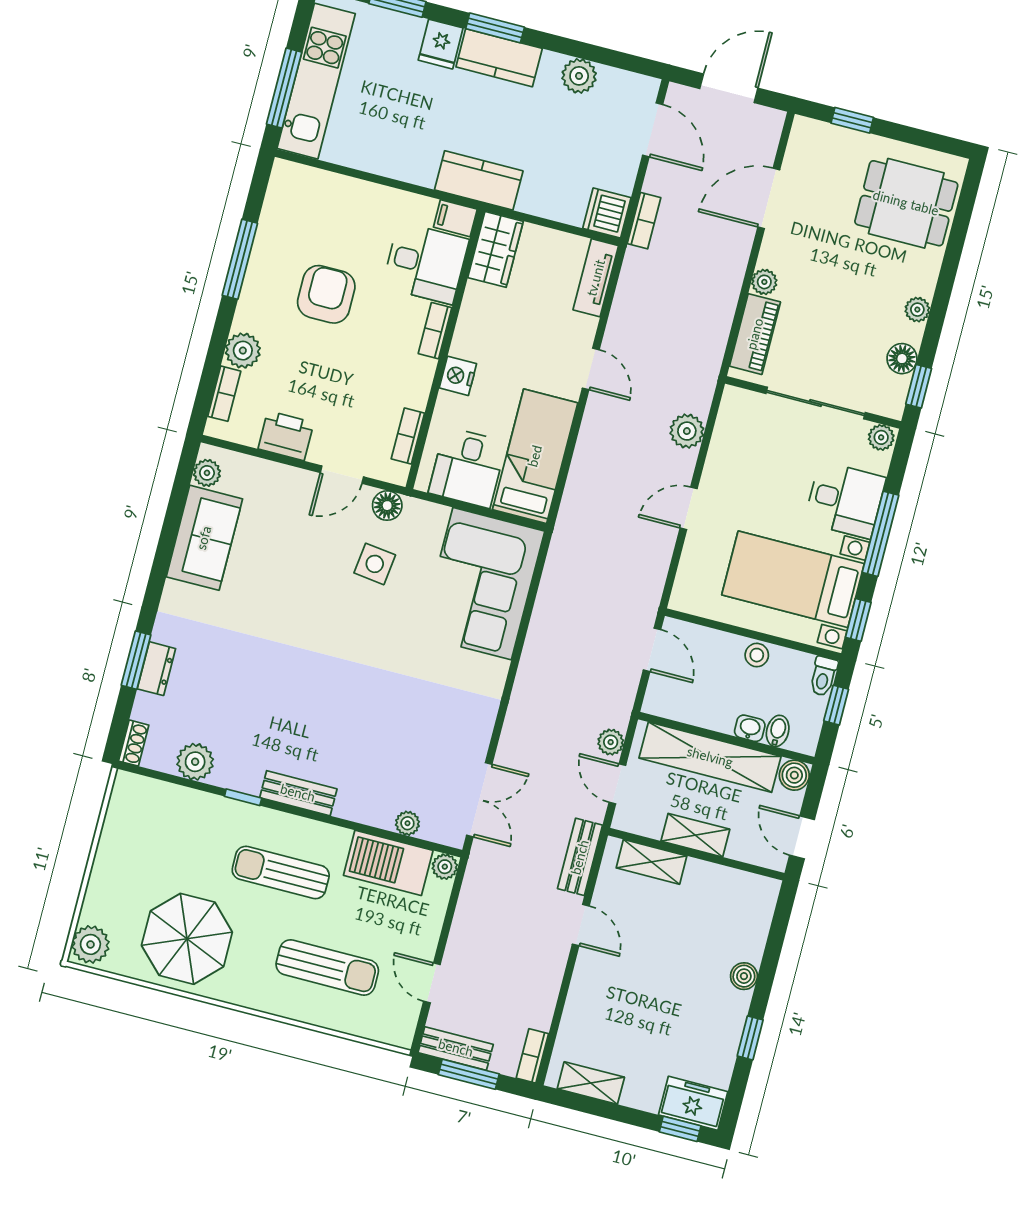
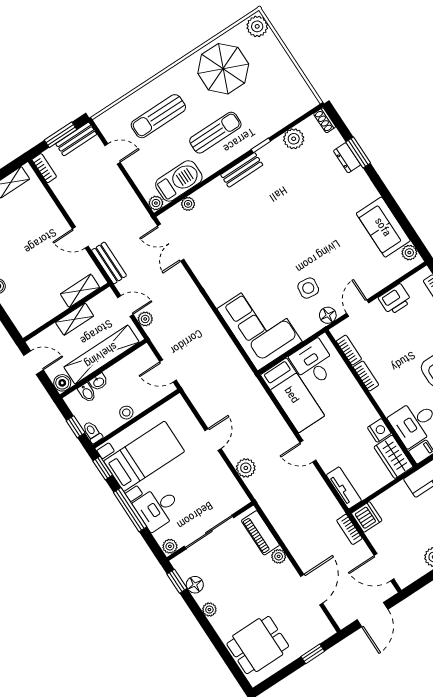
bookcase: (435, 331) -> (366, 376), moved
nightstand: (458, 376) -> (379, 430), moved

